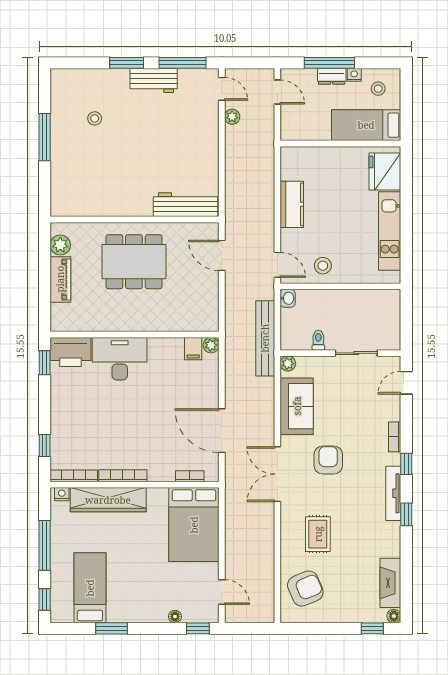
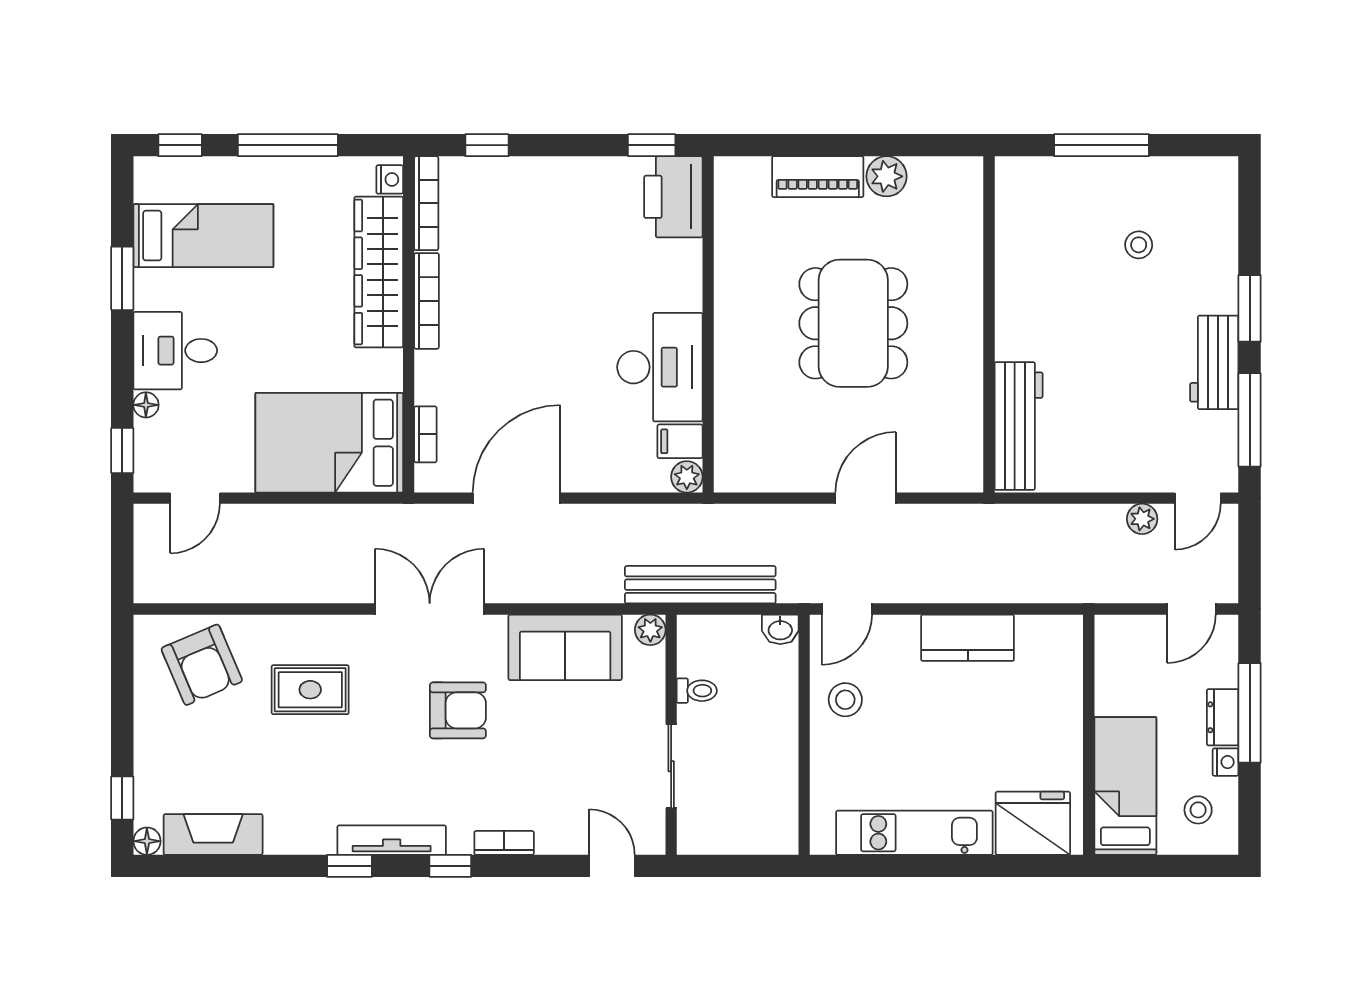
workbench: (186, 205) -> (1019, 426), moved
wall: (135, 220) -> (989, 324), moved
desk: (120, 359) -> (660, 367), moved
desk: (148, 602) -> (175, 351), added

